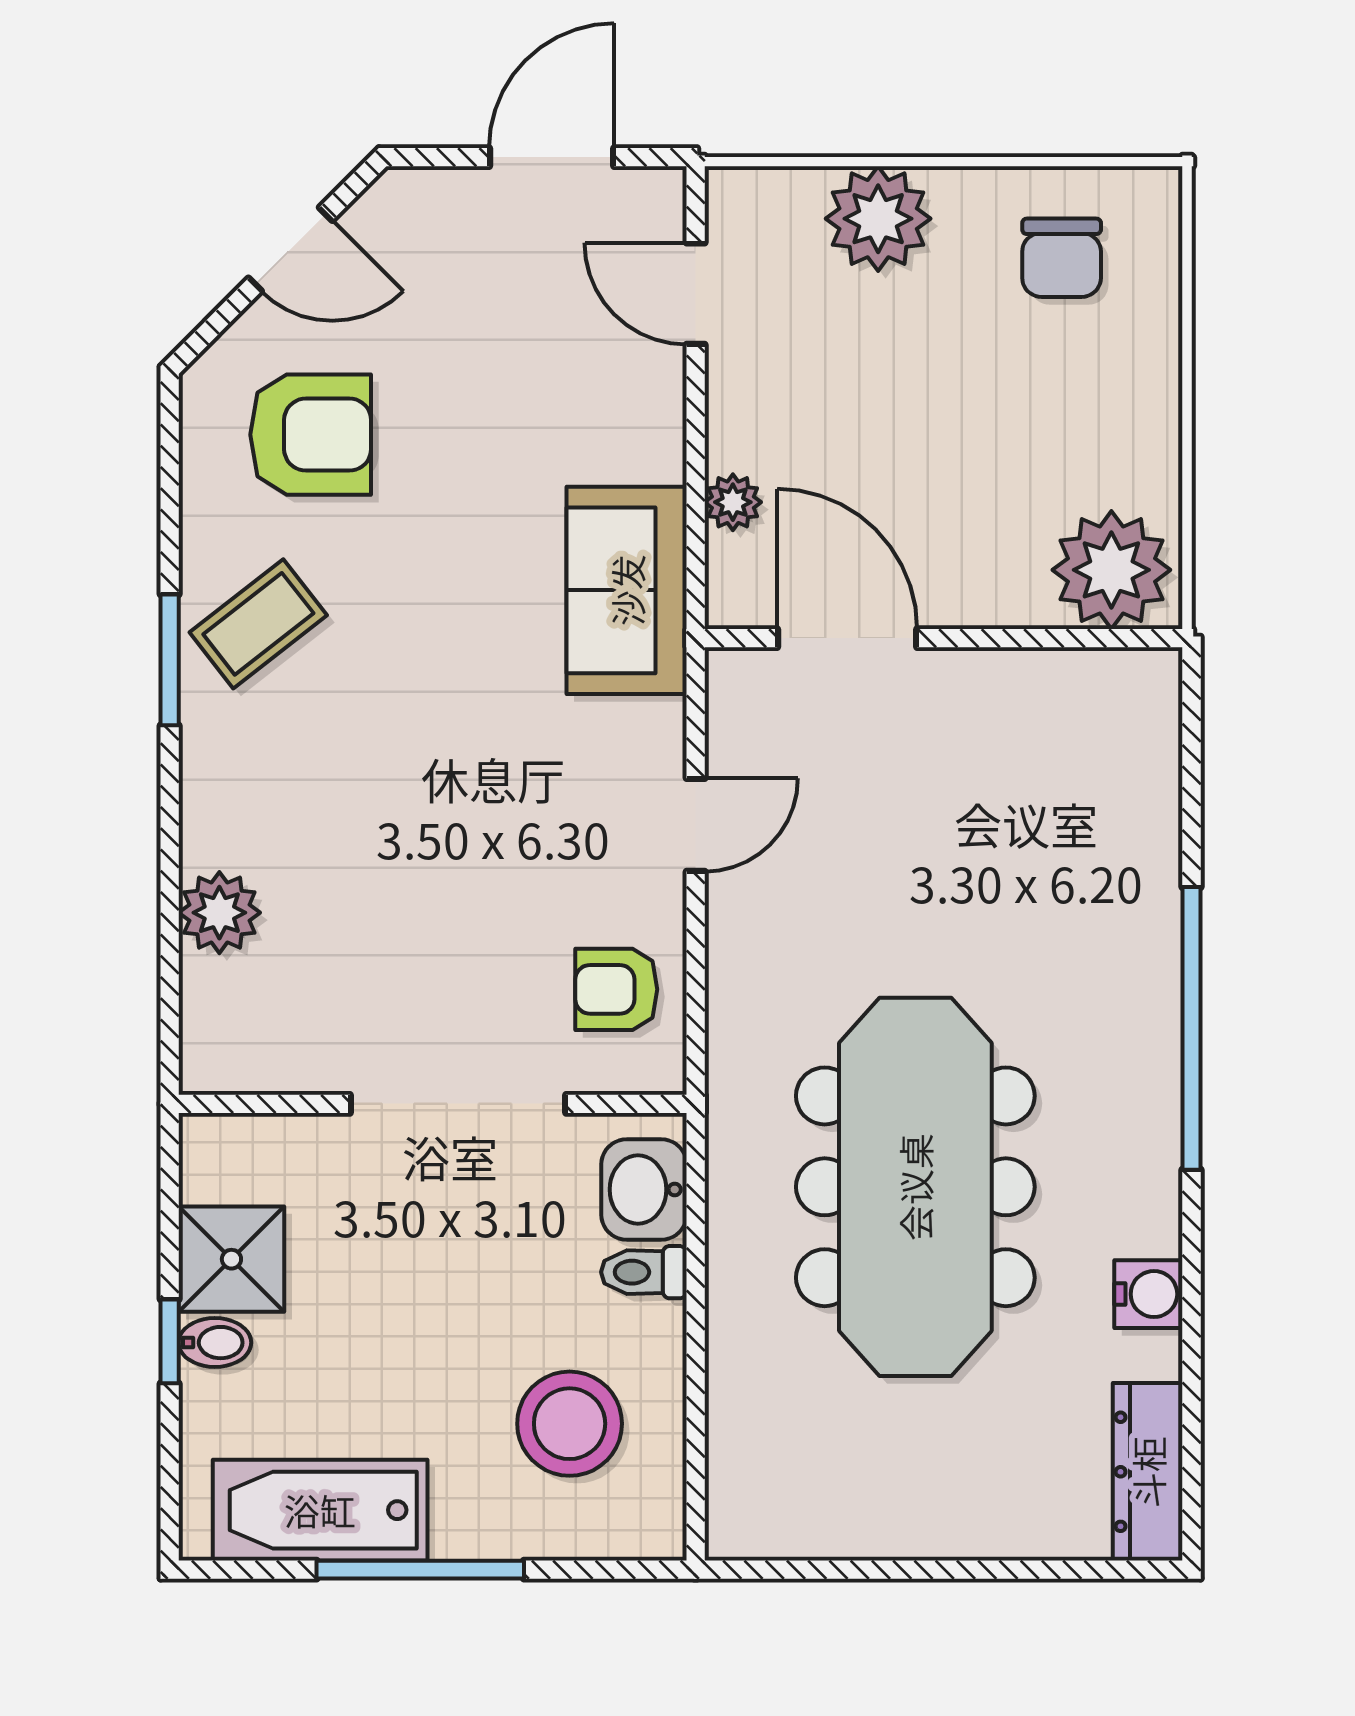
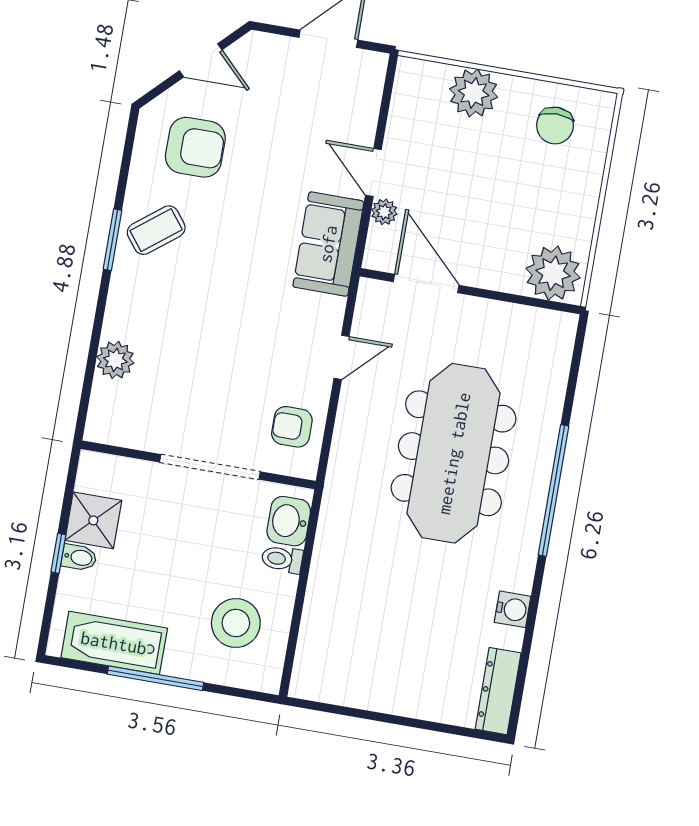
door: (696, 294) -> (373, 172), moved
meeting table: (915, 1187) -> (454, 453), moved

